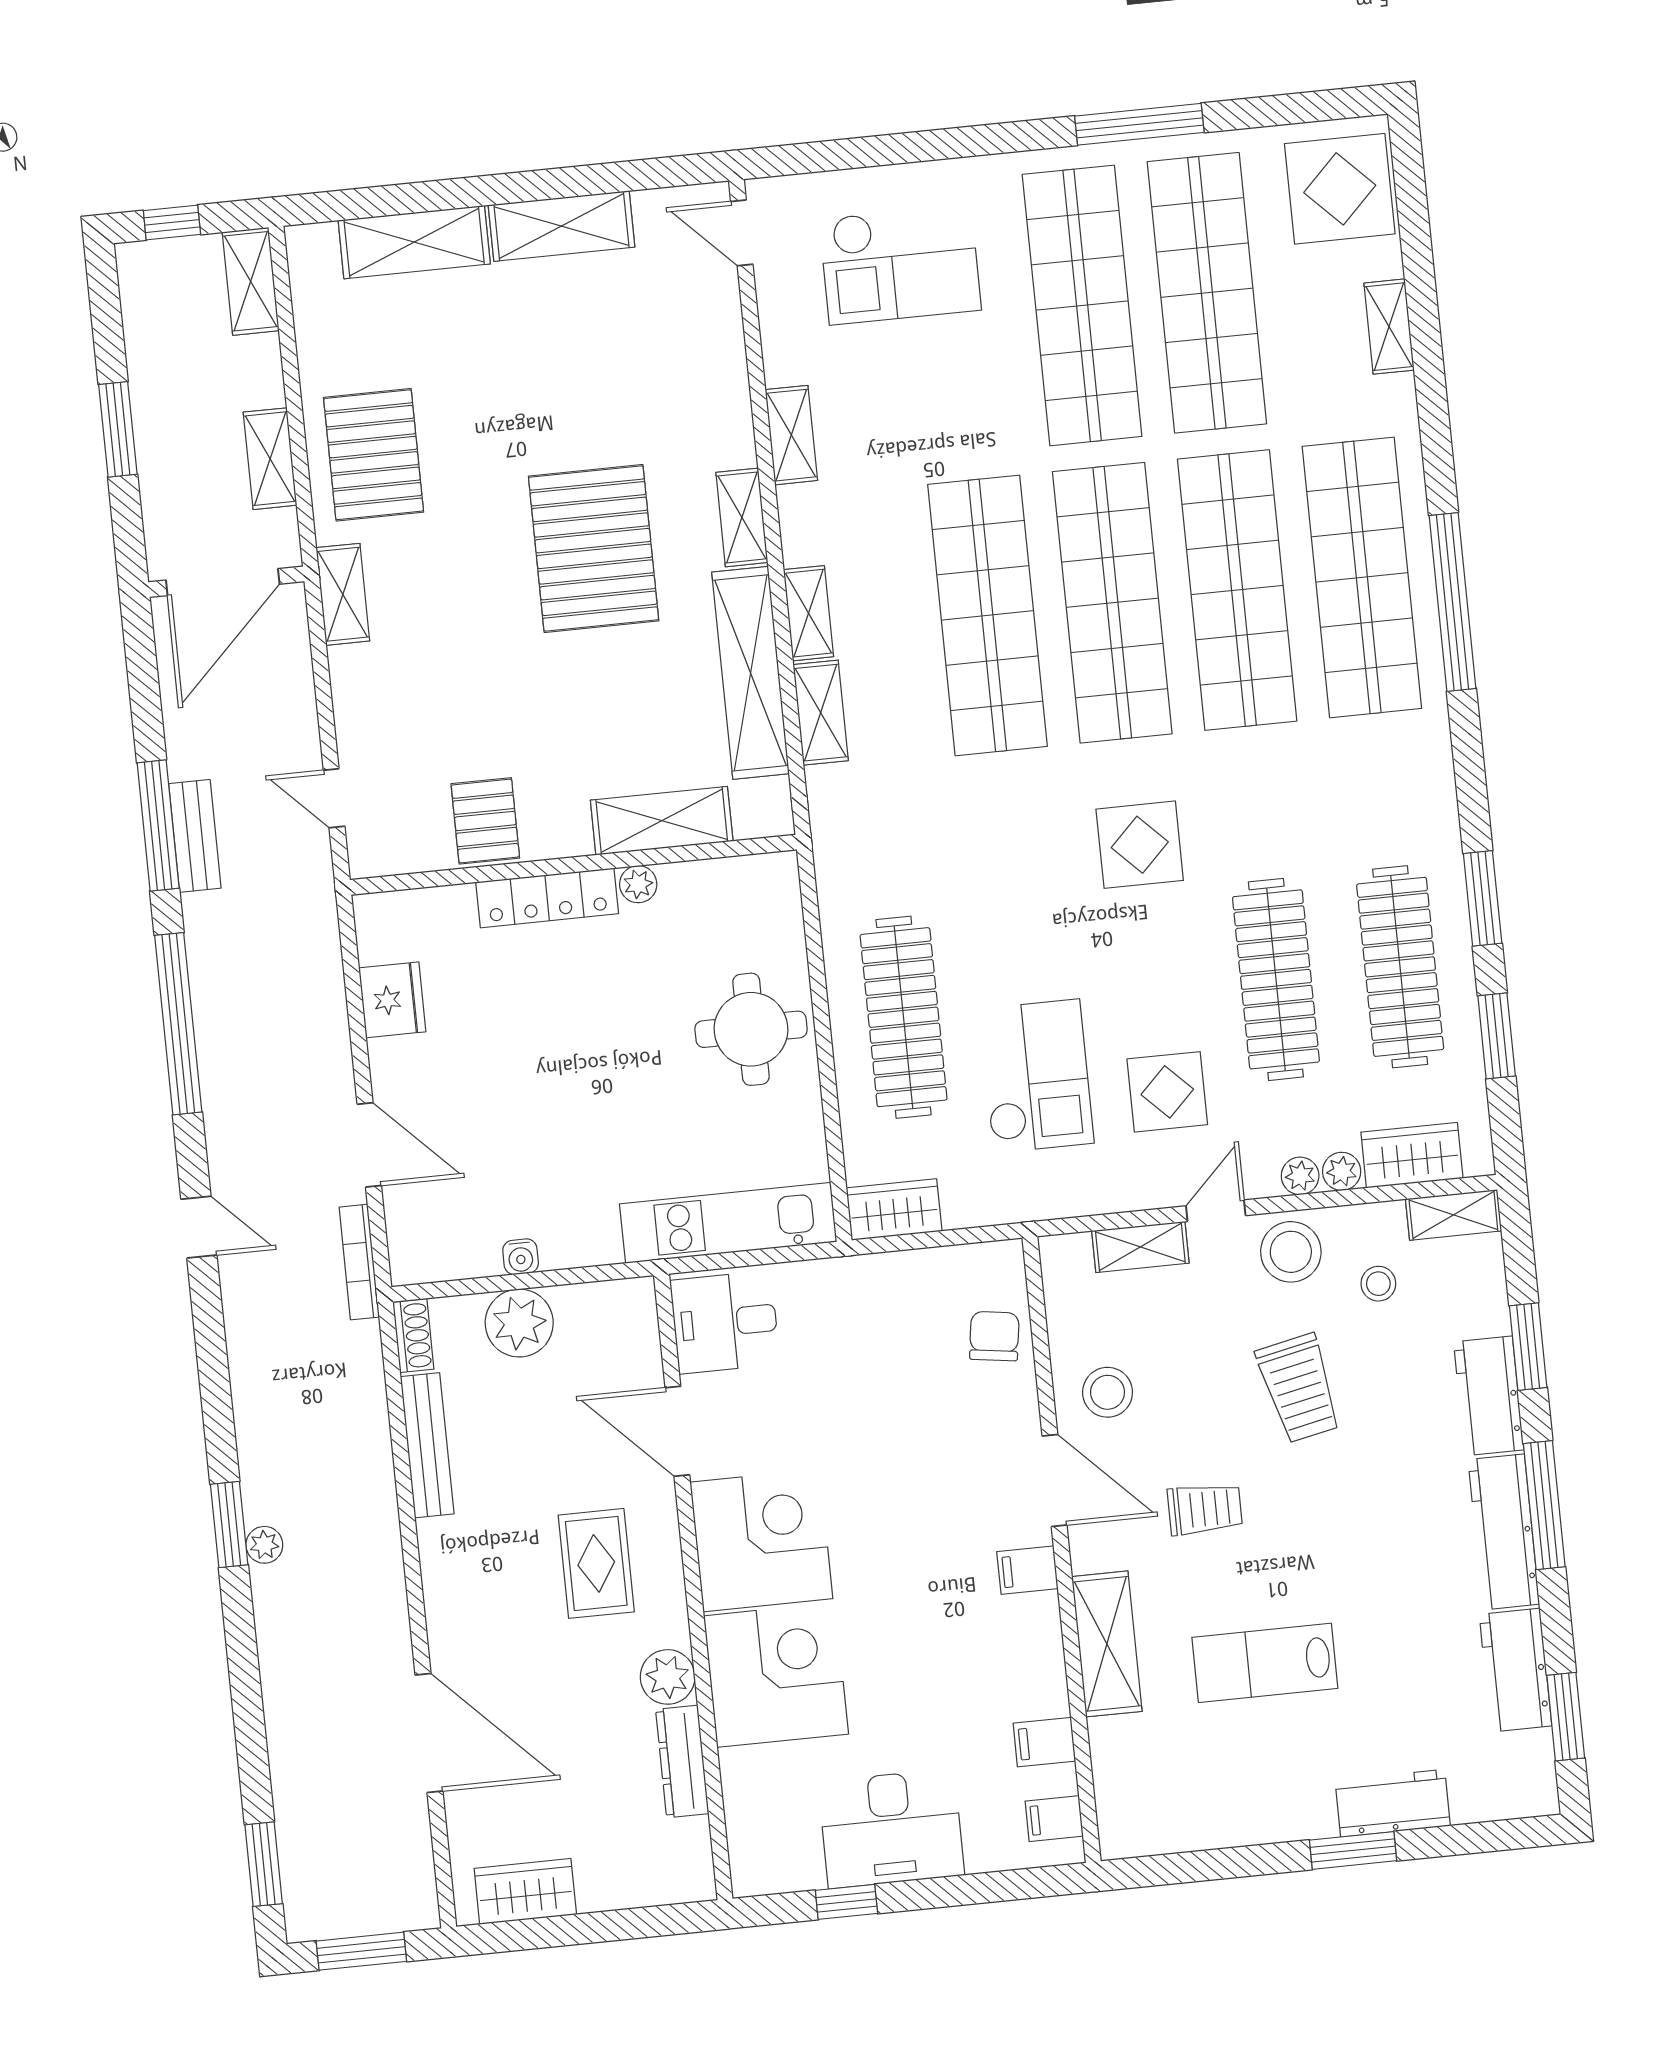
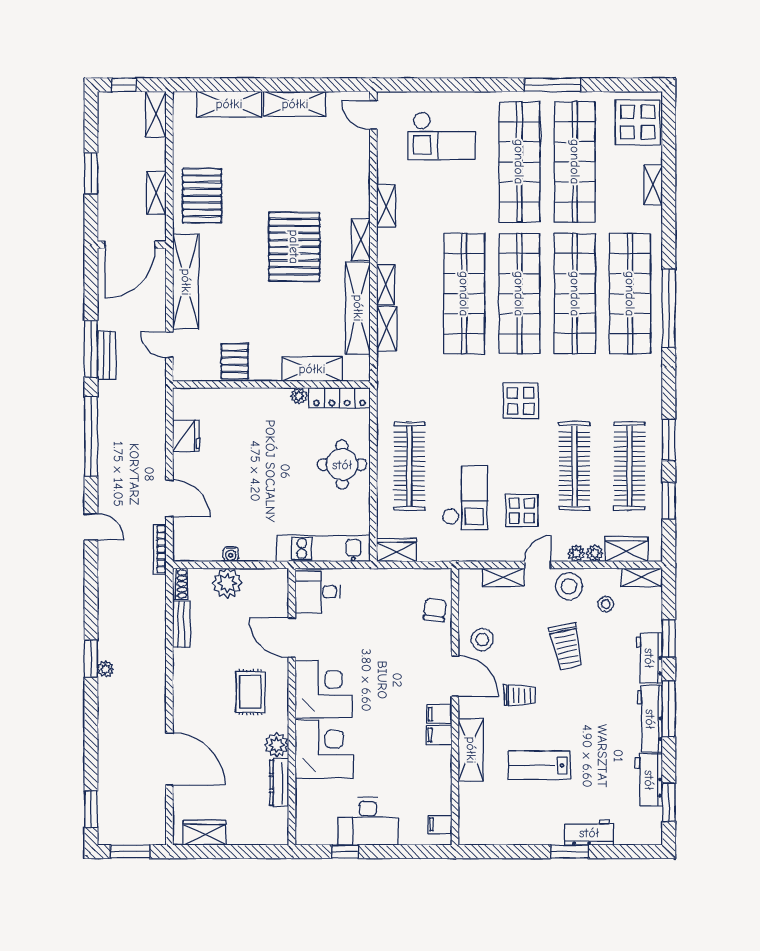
shelving: (343, 594) -> (186, 282), width x2.20, depth x1.33
locker: (547, 898) -> (340, 398), moved
bench: (427, 1445) -> (181, 624), width x0.73
filing cabinet: (1044, 1742) -> (439, 735), moved

